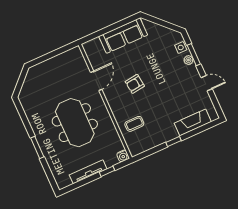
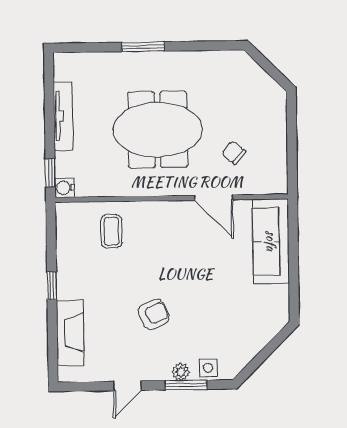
sofa: (123, 36) -> (271, 241), moved
chair: (70, 80) -> (234, 153), added
armchair: (135, 84) -> (154, 314), moved, turned 73
window: (107, 171) -> (50, 173), moved

